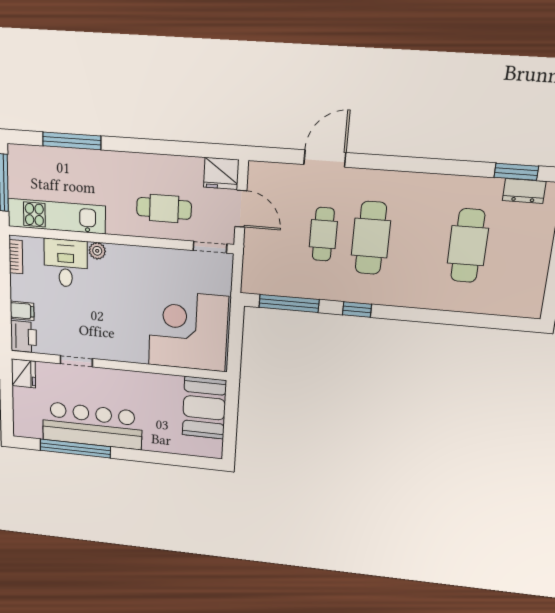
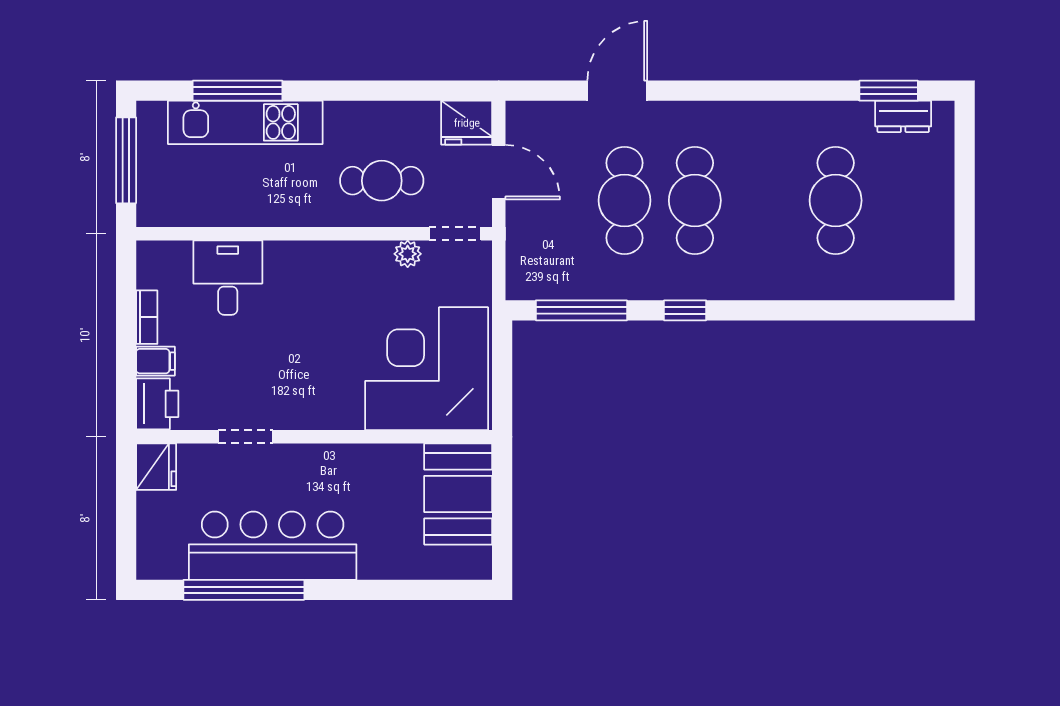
kitchen unit: (57, 216) -> (245, 122), moved, turned 180
cafe table: (323, 234) -> (624, 200), width x1.37, depth x1.35
plant: (97, 251) -> (408, 254), moved
bookcase: (16, 257) -> (147, 317), moved

